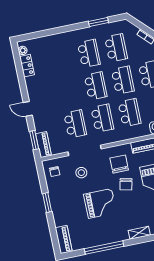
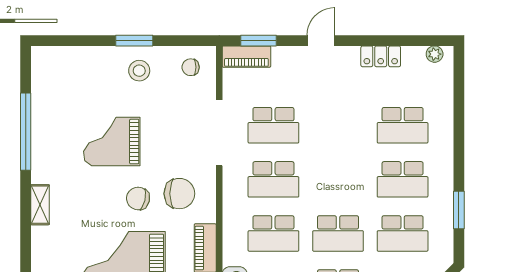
locker: (27, 66) -> (381, 56), moved
school desk: (96, 86) -> (403, 125), moved
stool: (81, 173) -> (139, 71), moved
grand piano: (100, 203) -> (112, 142), turned 90
piano: (64, 240) -> (57, 57), removed

